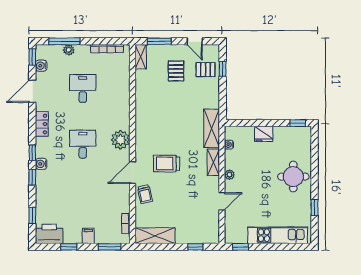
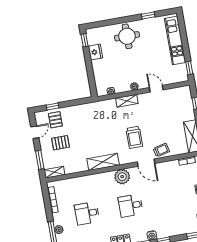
shelving: (212, 128) -> (103, 162), moved
fridge: (264, 134) -> (95, 52), moved

